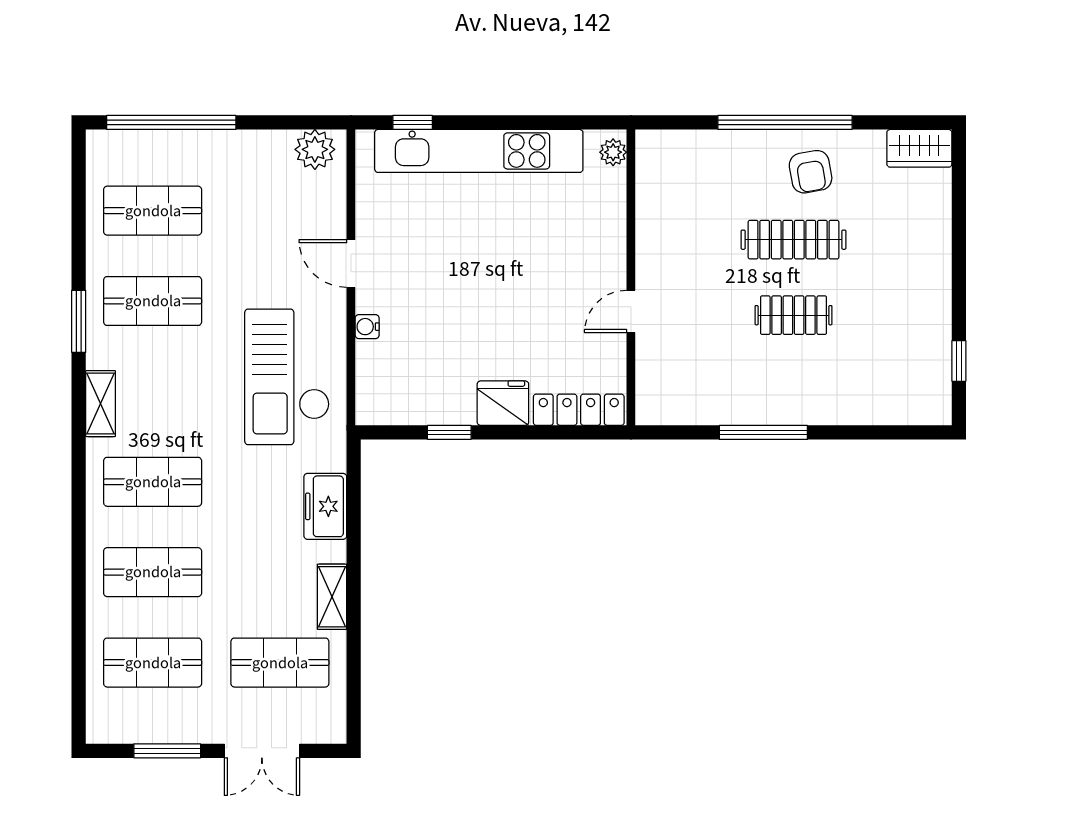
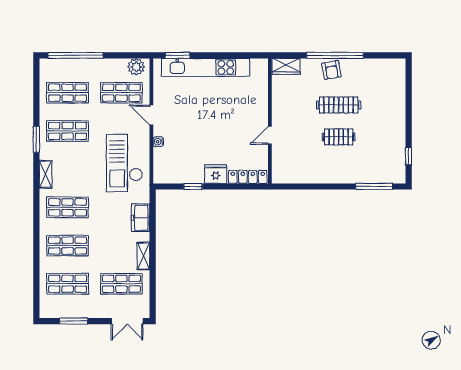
window: (413, 122) -> (178, 55), width x1.50
wardrobe: (919, 148) -> (286, 66), moved
plant: (613, 152) -> (262, 68), removed
armchair: (811, 172) -> (331, 70), moved
shop shelf: (280, 211) -> (121, 93), added
window: (763, 432) -> (374, 186), moved
double door: (262, 751) -> (127, 321), moved

